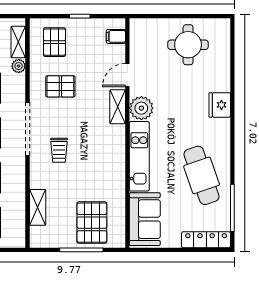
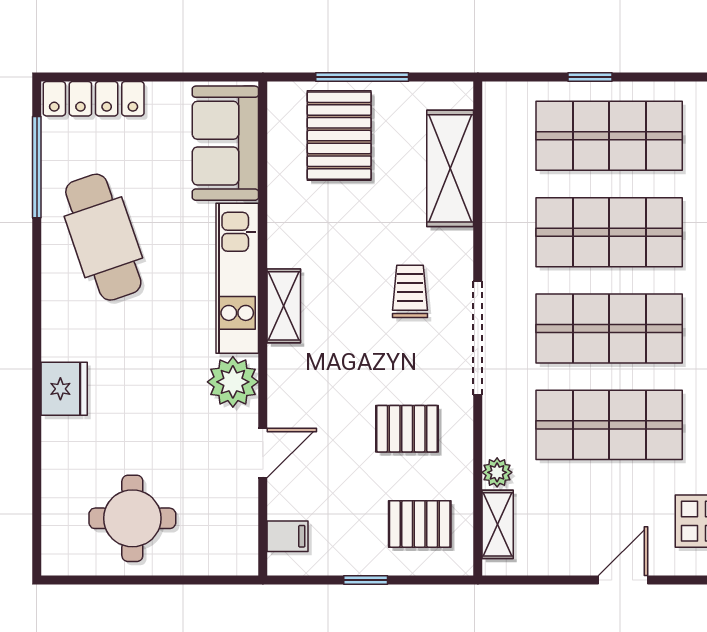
pallet: (55, 42) -> (420, 524), turned 90
shelving: (118, 107) -> (284, 306), moved
shelving: (38, 207) -> (450, 168), width x1.50, depth x1.33

